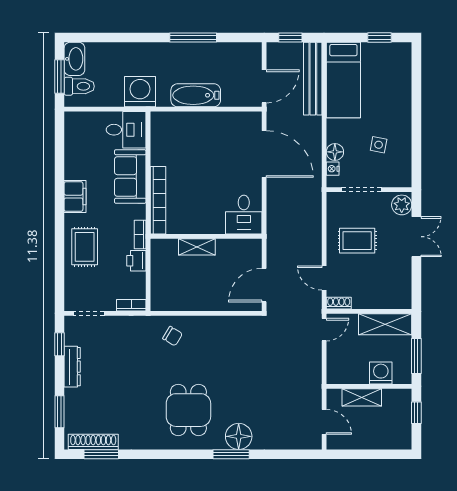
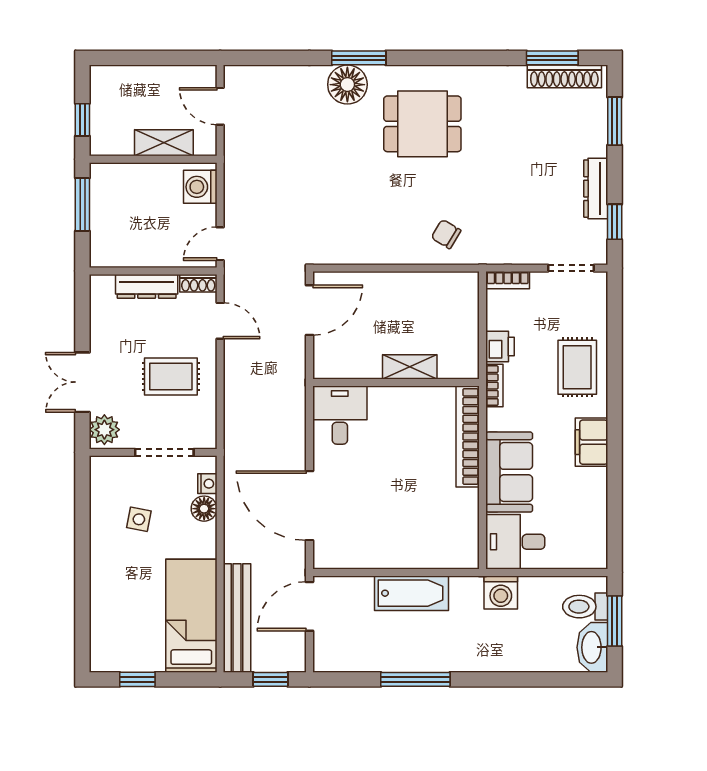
washing machine: (140, 92) -> (501, 592), width x0.73, depth x0.73
dresser: (373, 301) -> (147, 286), added
shelving: (385, 324) -> (129, 252), removed
washing machine: (381, 373) -> (200, 187), moved, turned 90
dining table: (188, 410) -> (422, 124), turned 90

